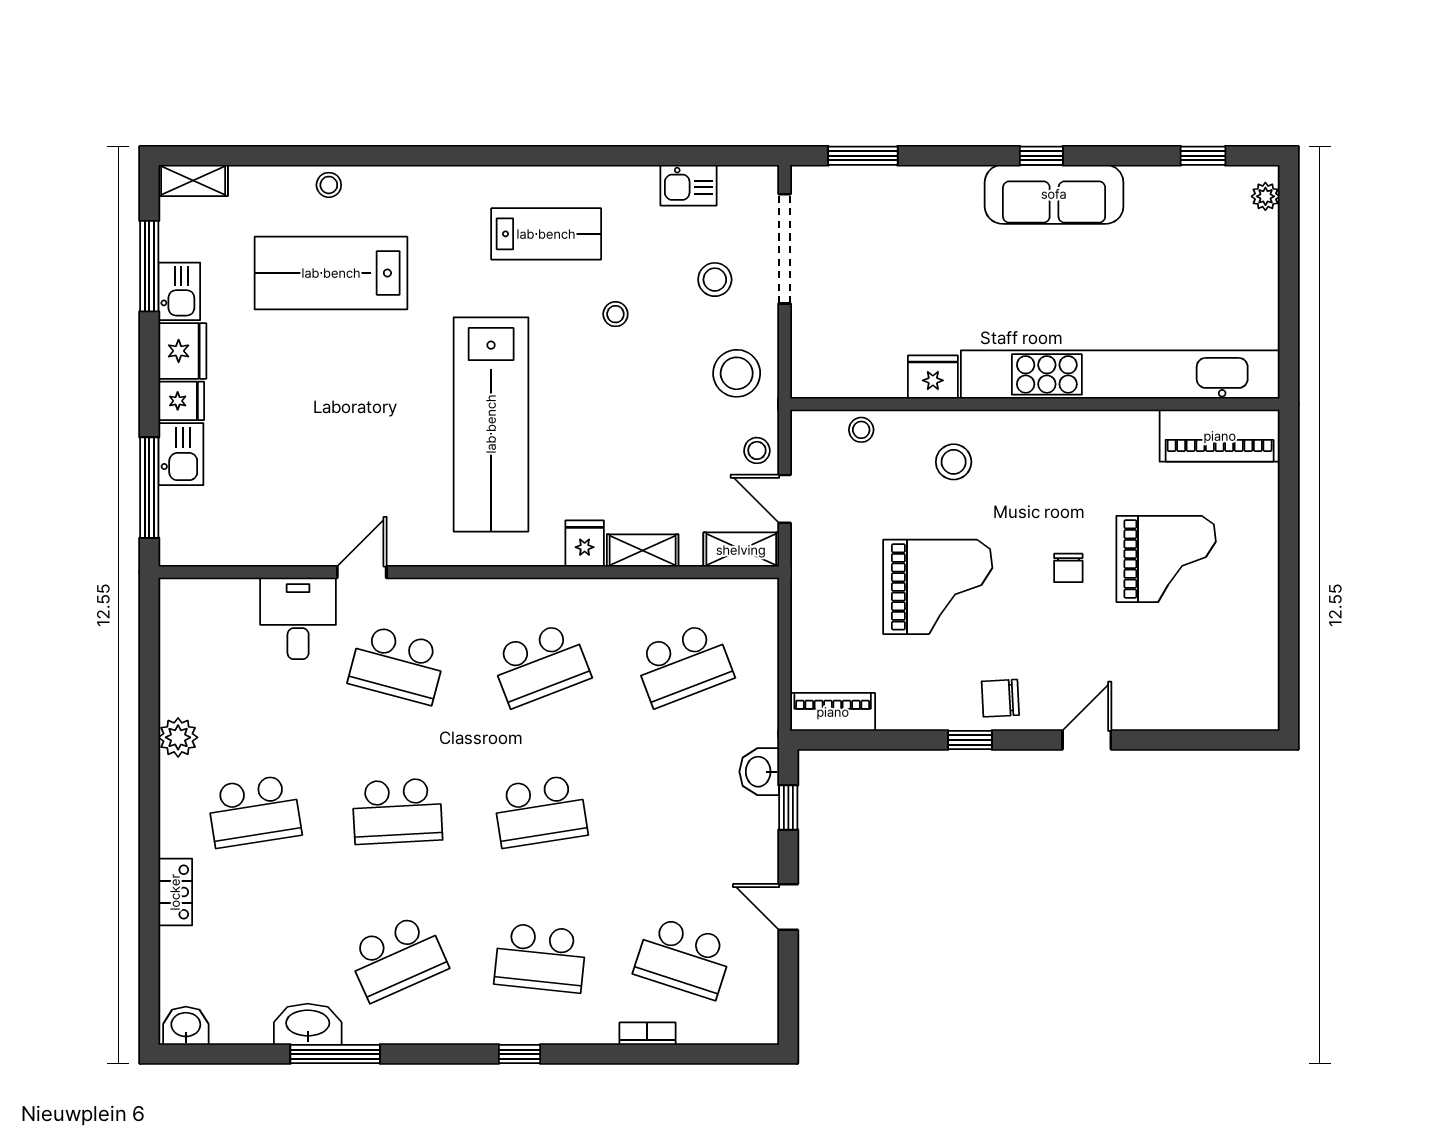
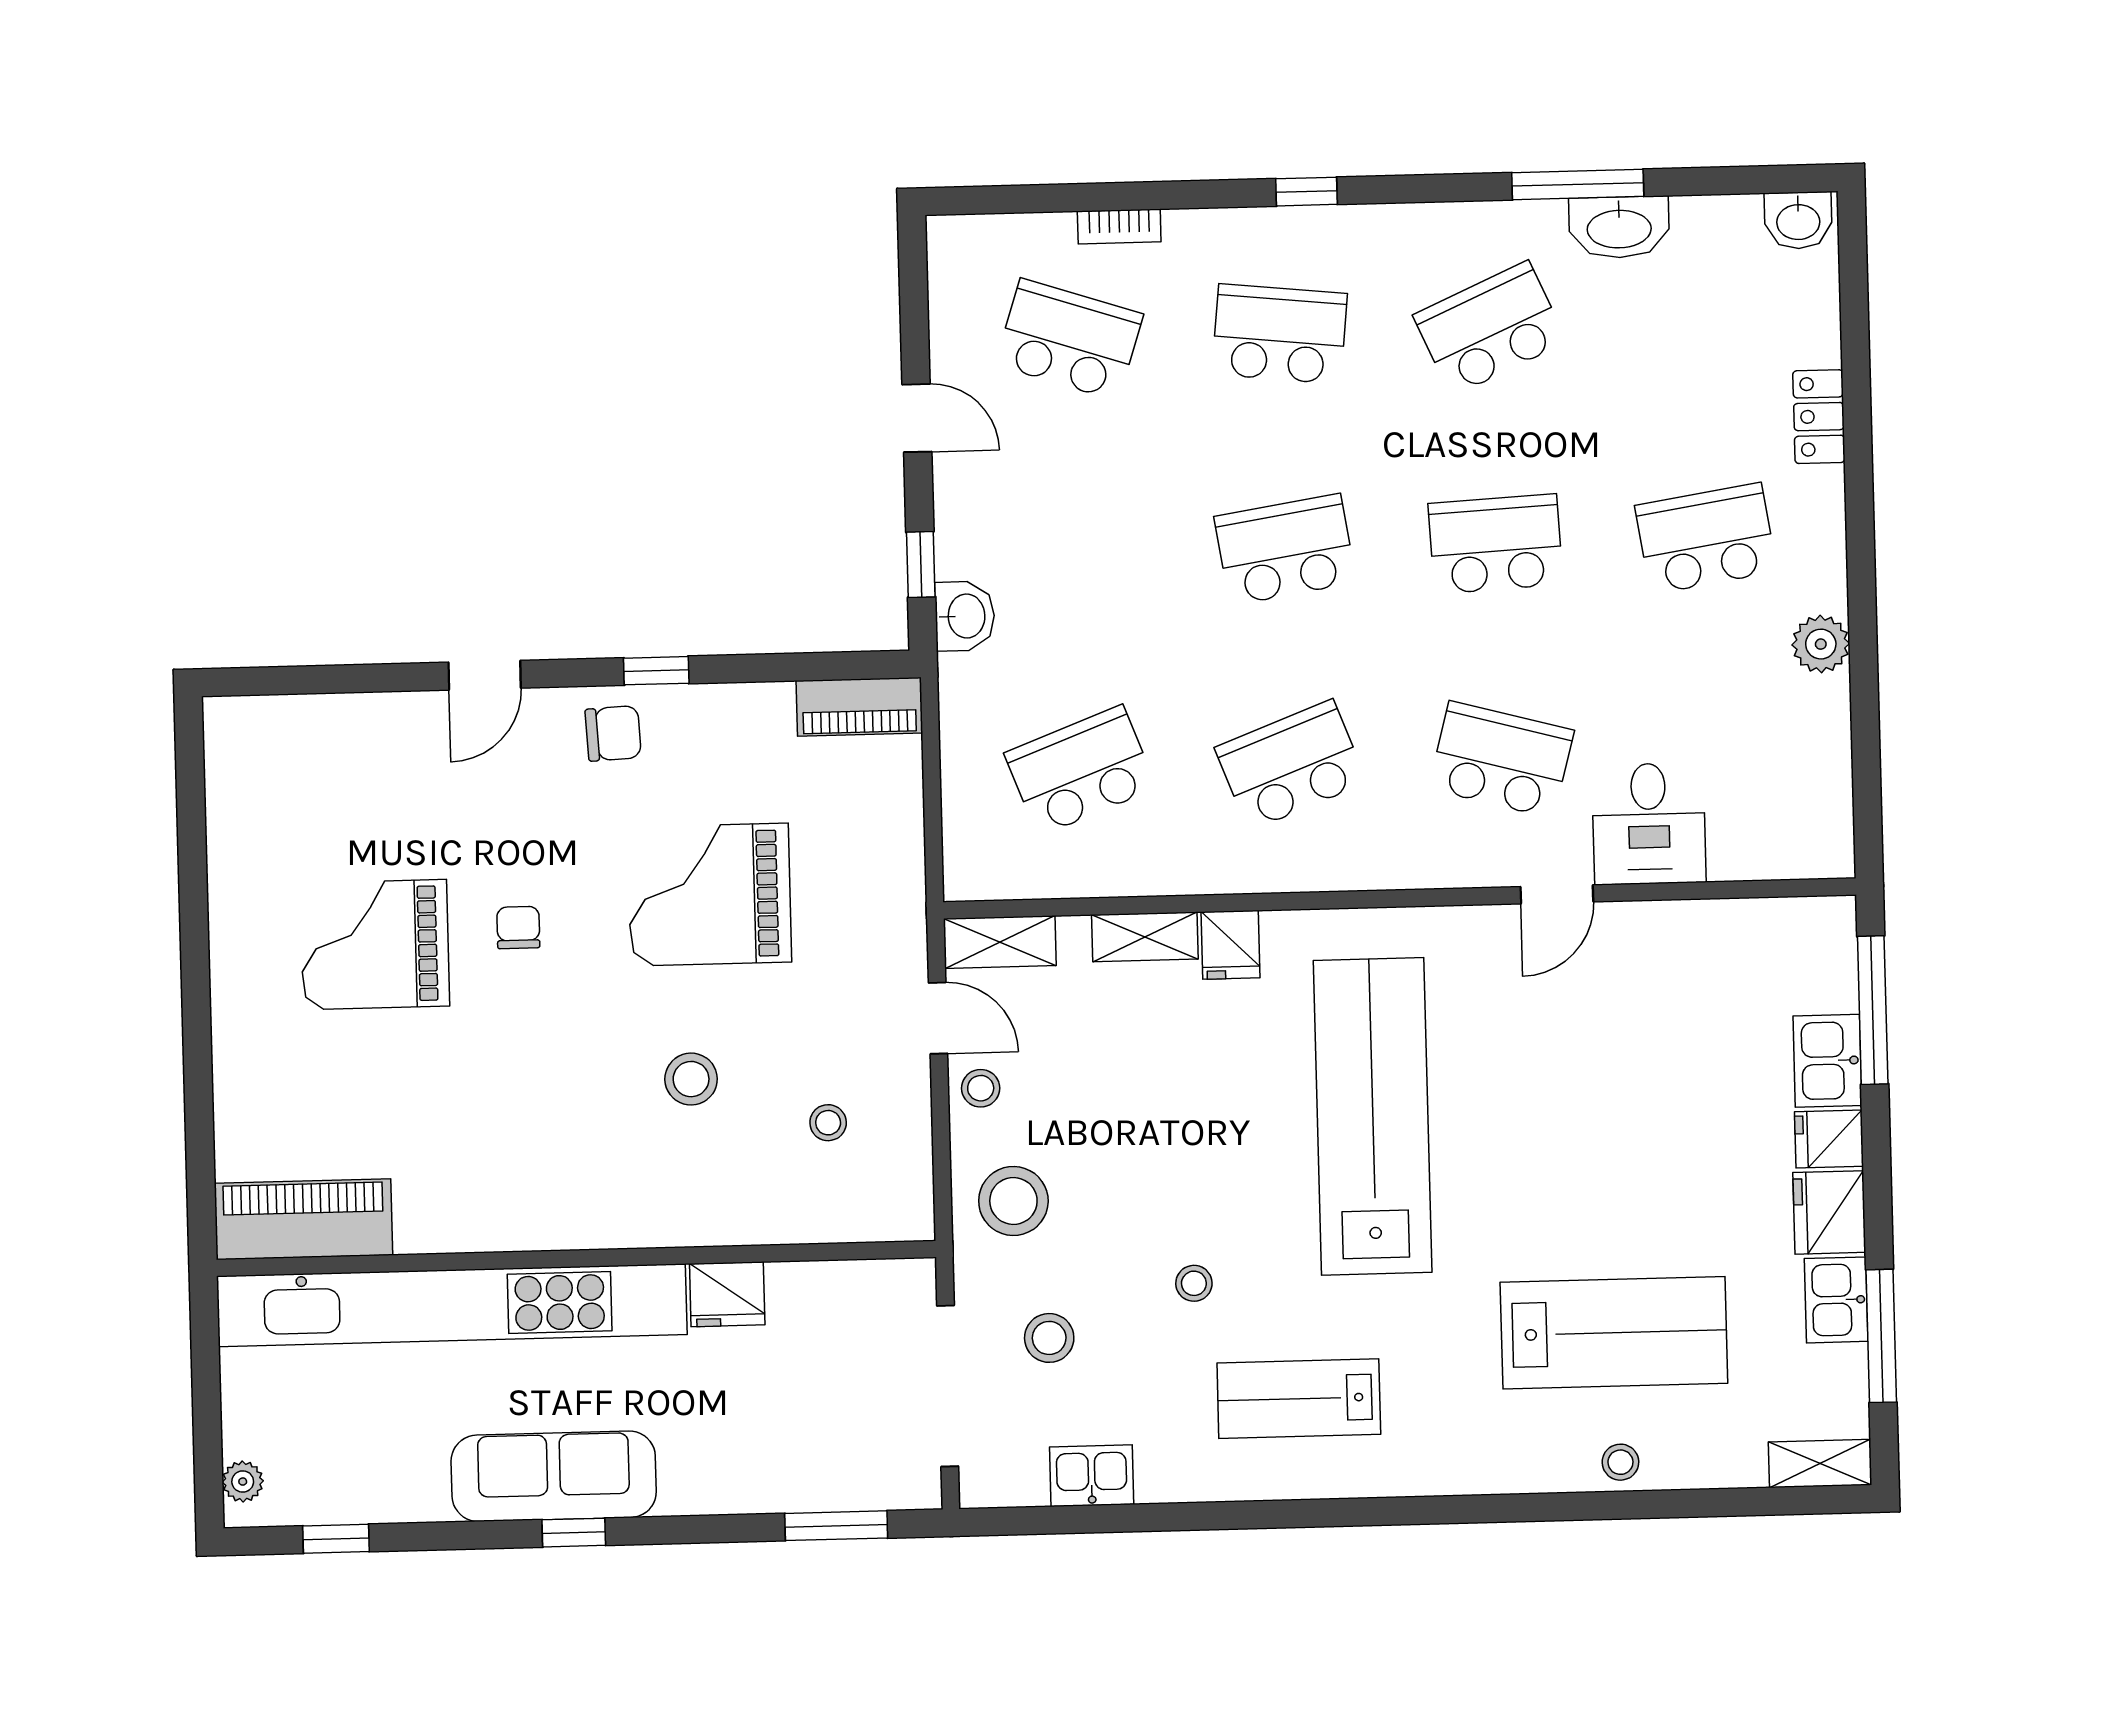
kitchen unit: (1120, 374) -> (452, 1305), moved
fridge: (933, 377) -> (727, 1294), moved
wall: (1035, 404) -> (576, 1258), moved
piano: (1220, 436) -> (303, 1219), moved

